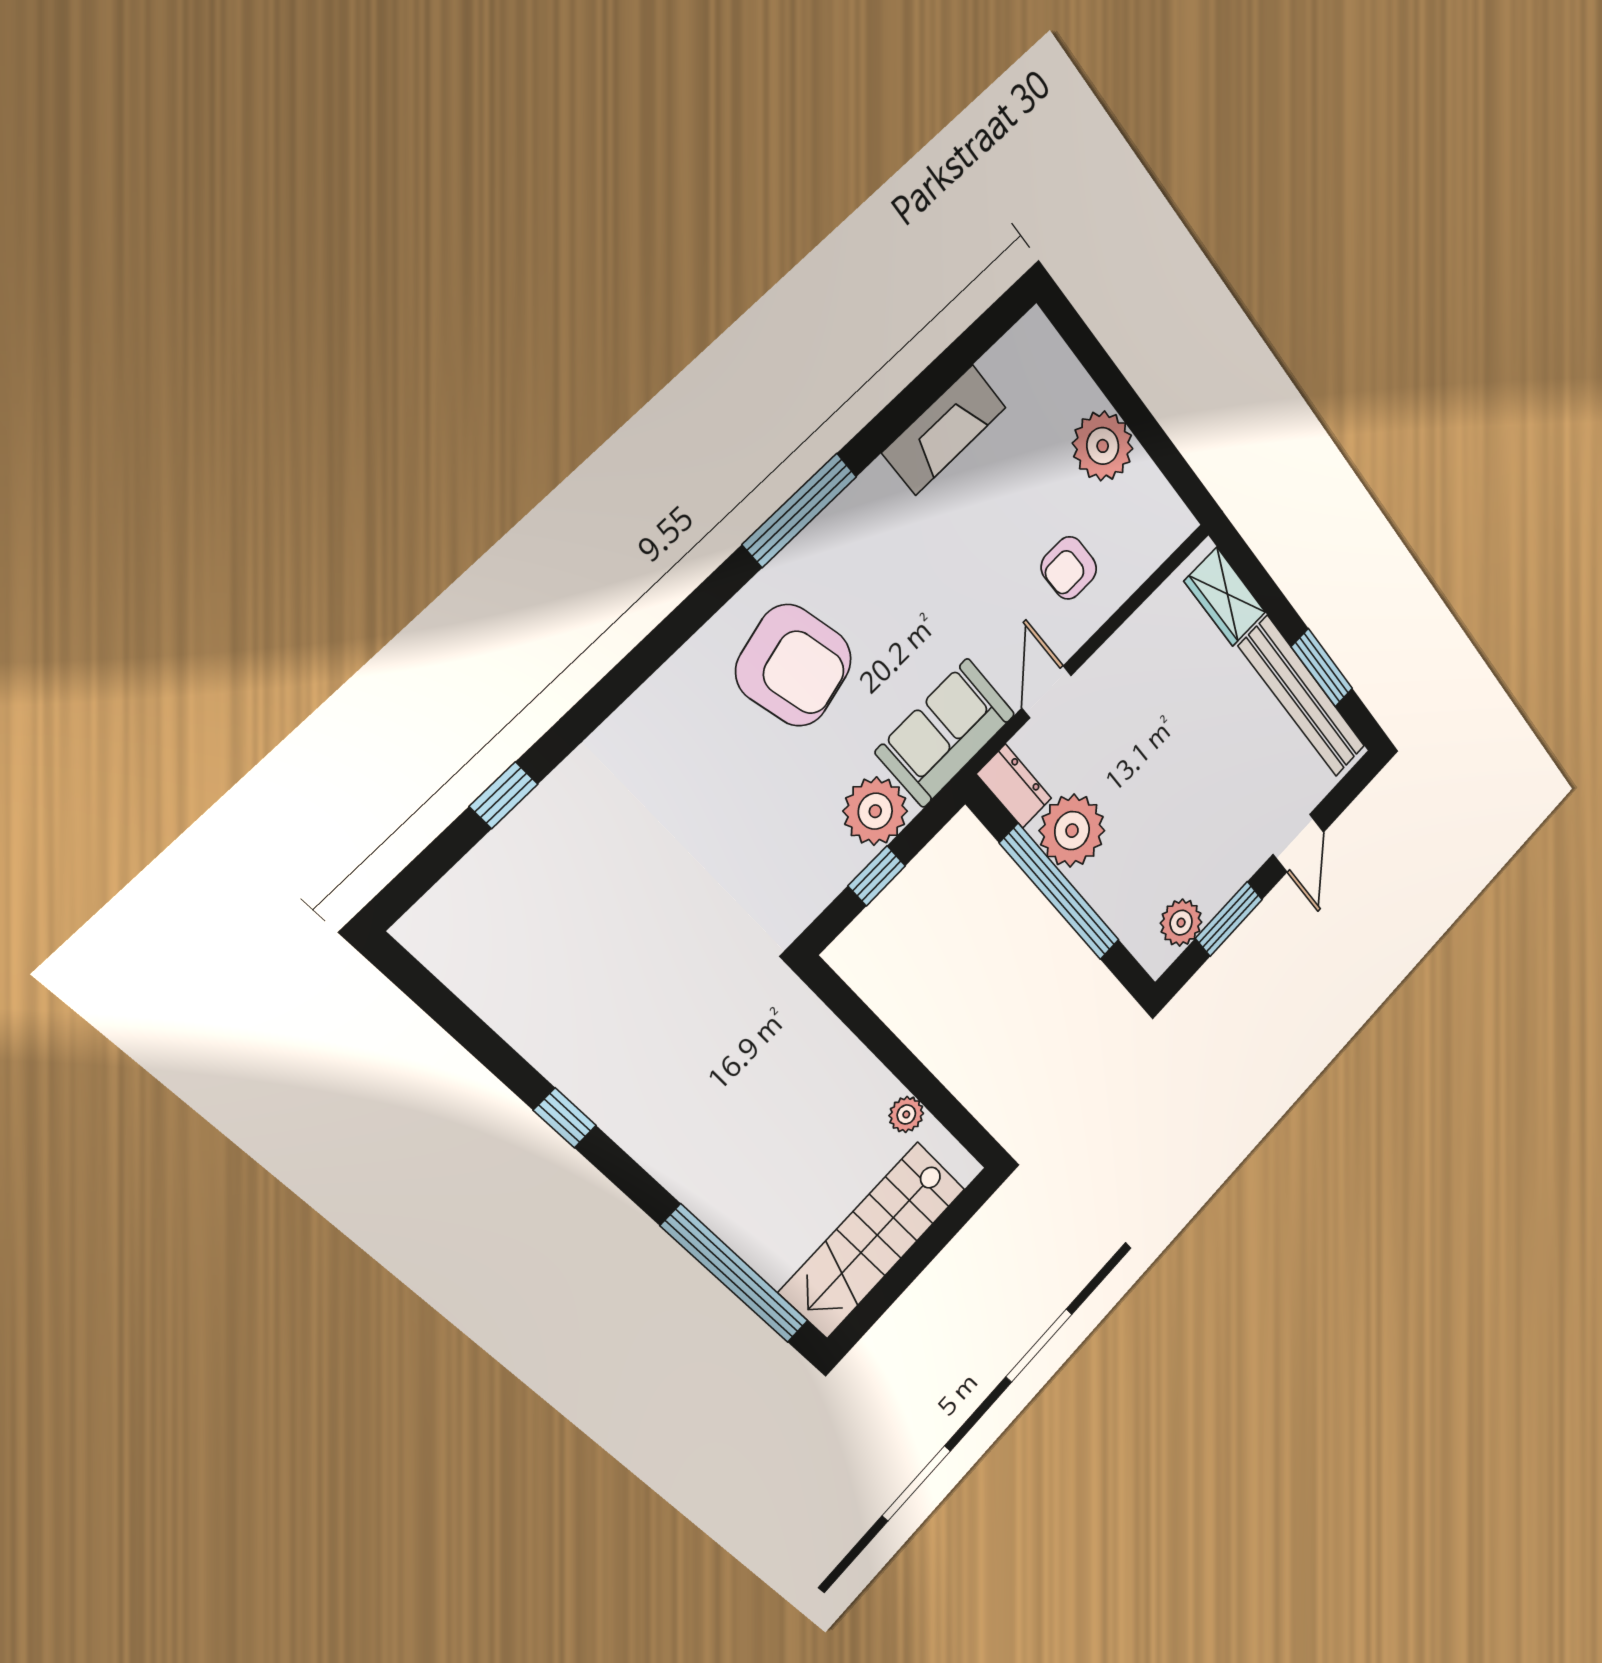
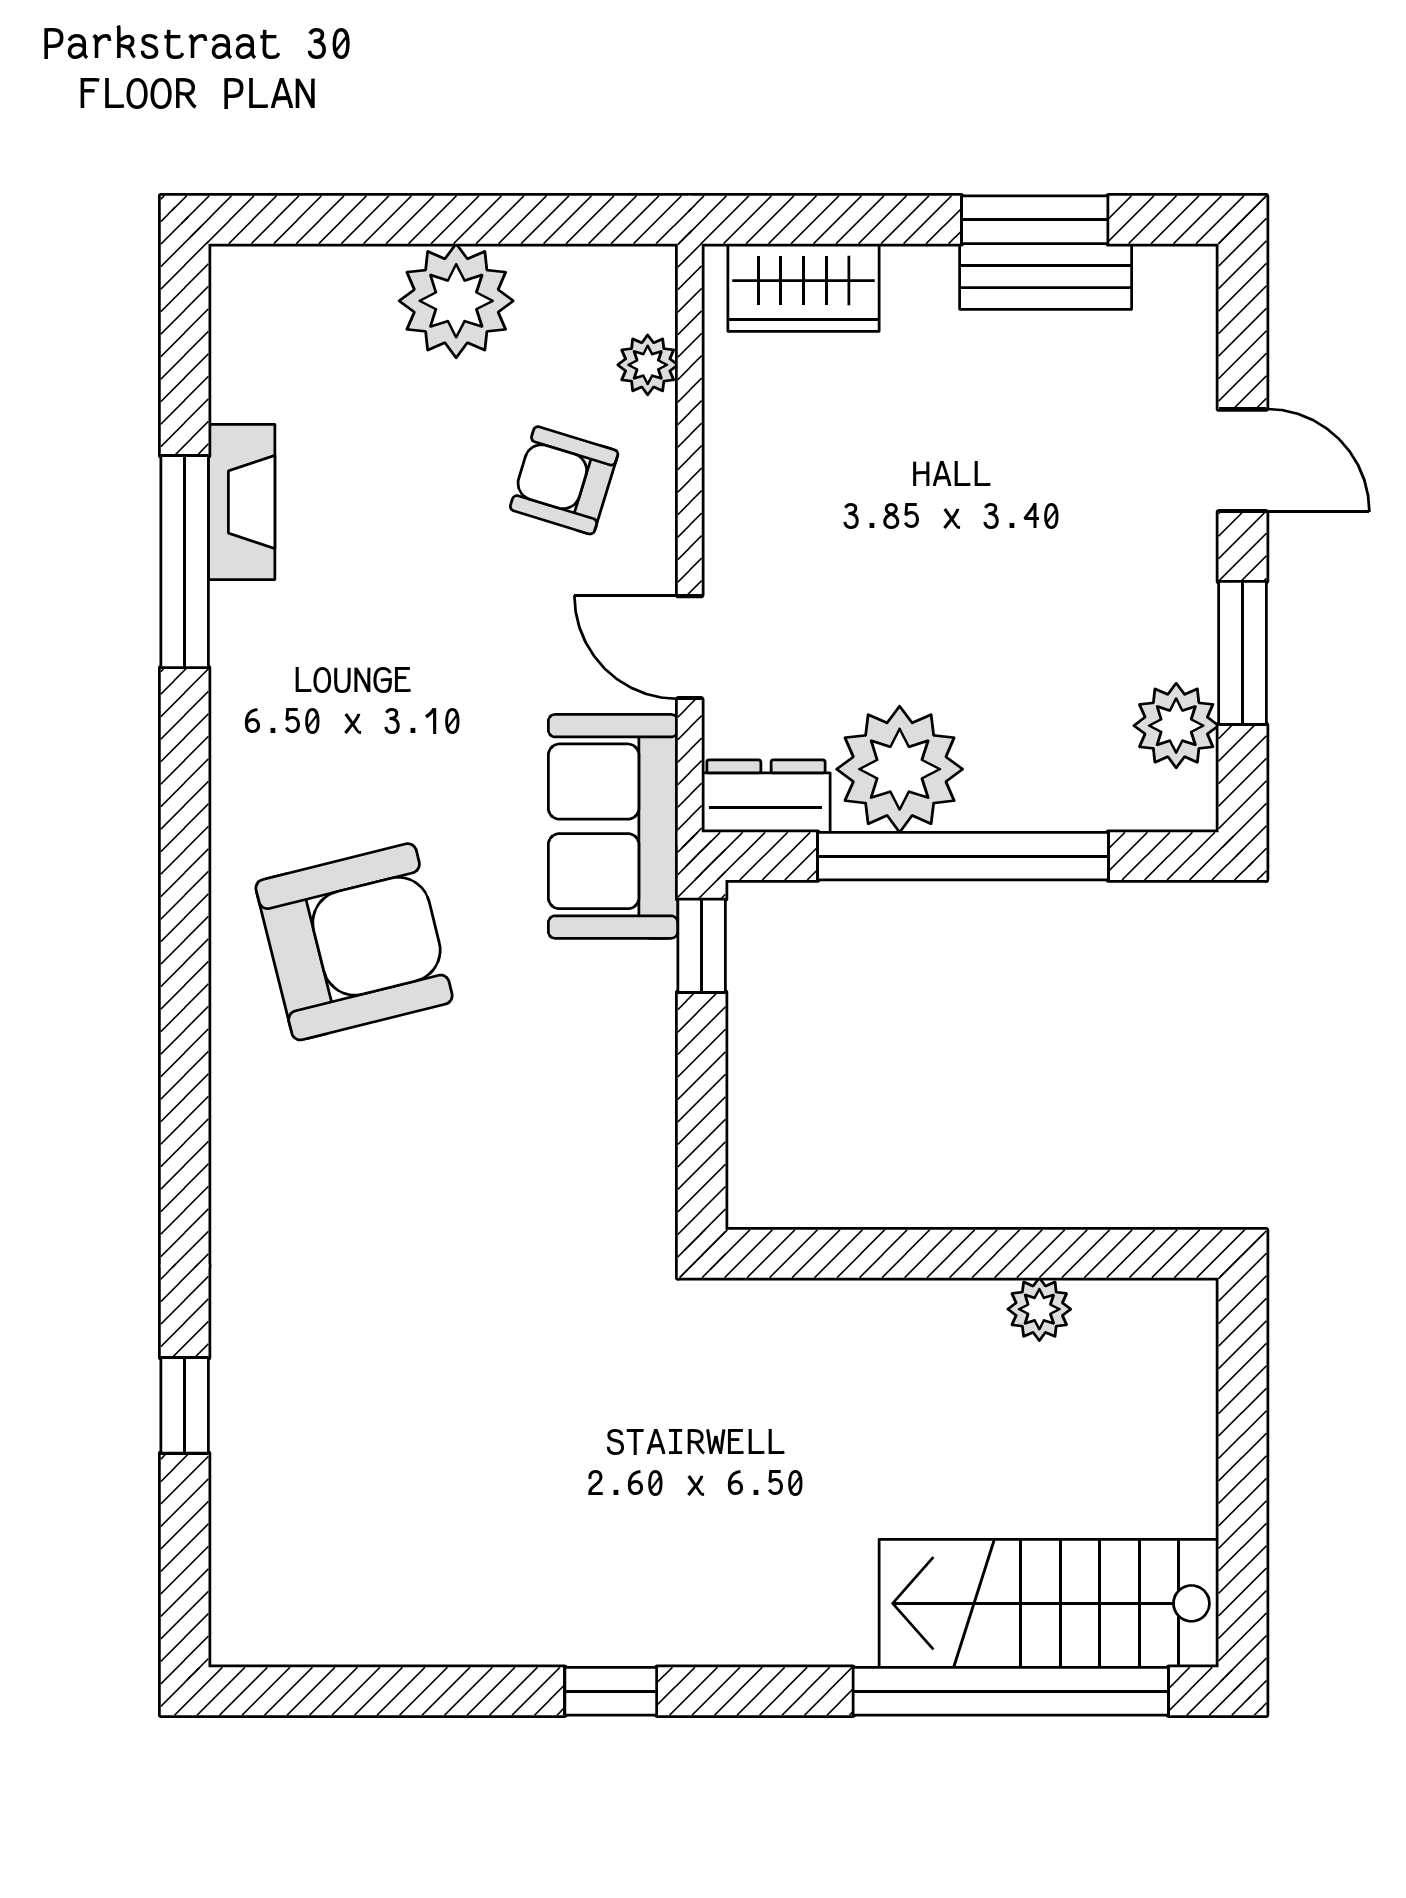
fireplace: (944, 430) -> (242, 502), width x0.73, depth x0.76
window: (800, 510) -> (185, 562), moved
armchair: (1069, 568) -> (564, 480), turned 107
bench: (1302, 697) -> (1046, 277), width x0.54, depth x0.82
plant: (875, 811) -> (648, 365), moved, width x0.53, depth x0.53
window: (877, 876) -> (702, 946), moved
stairs: (872, 1240) -> (1049, 1603), moved, turned 90

